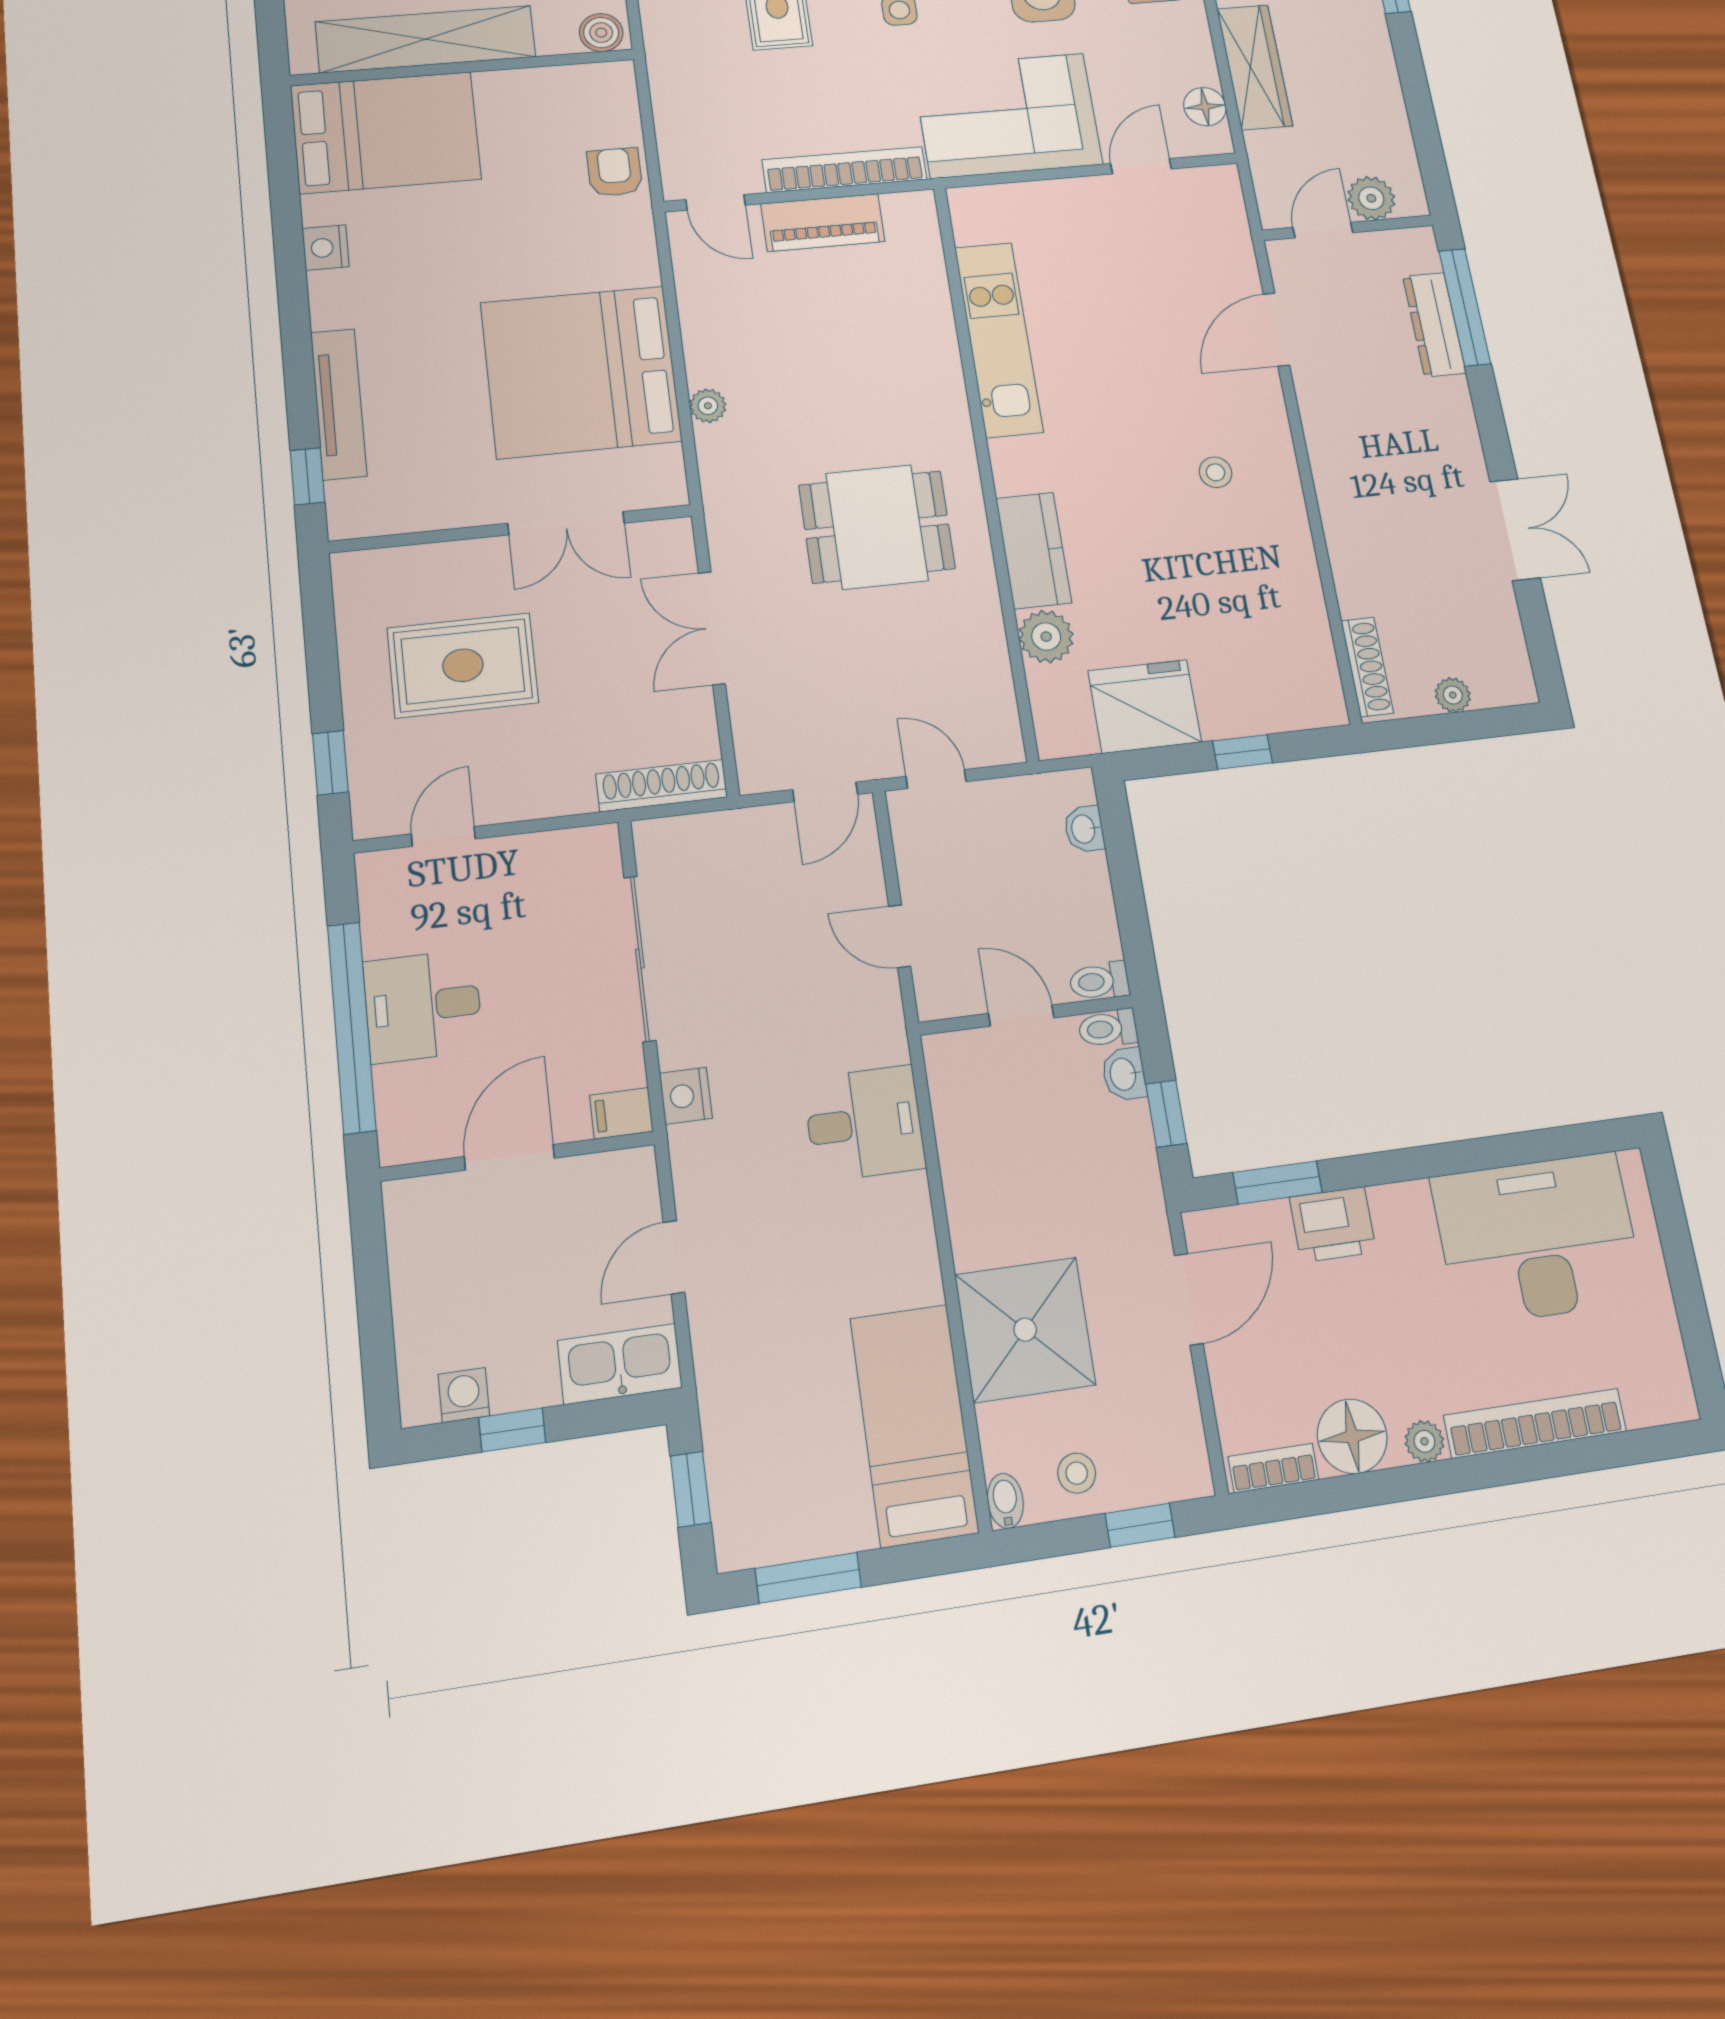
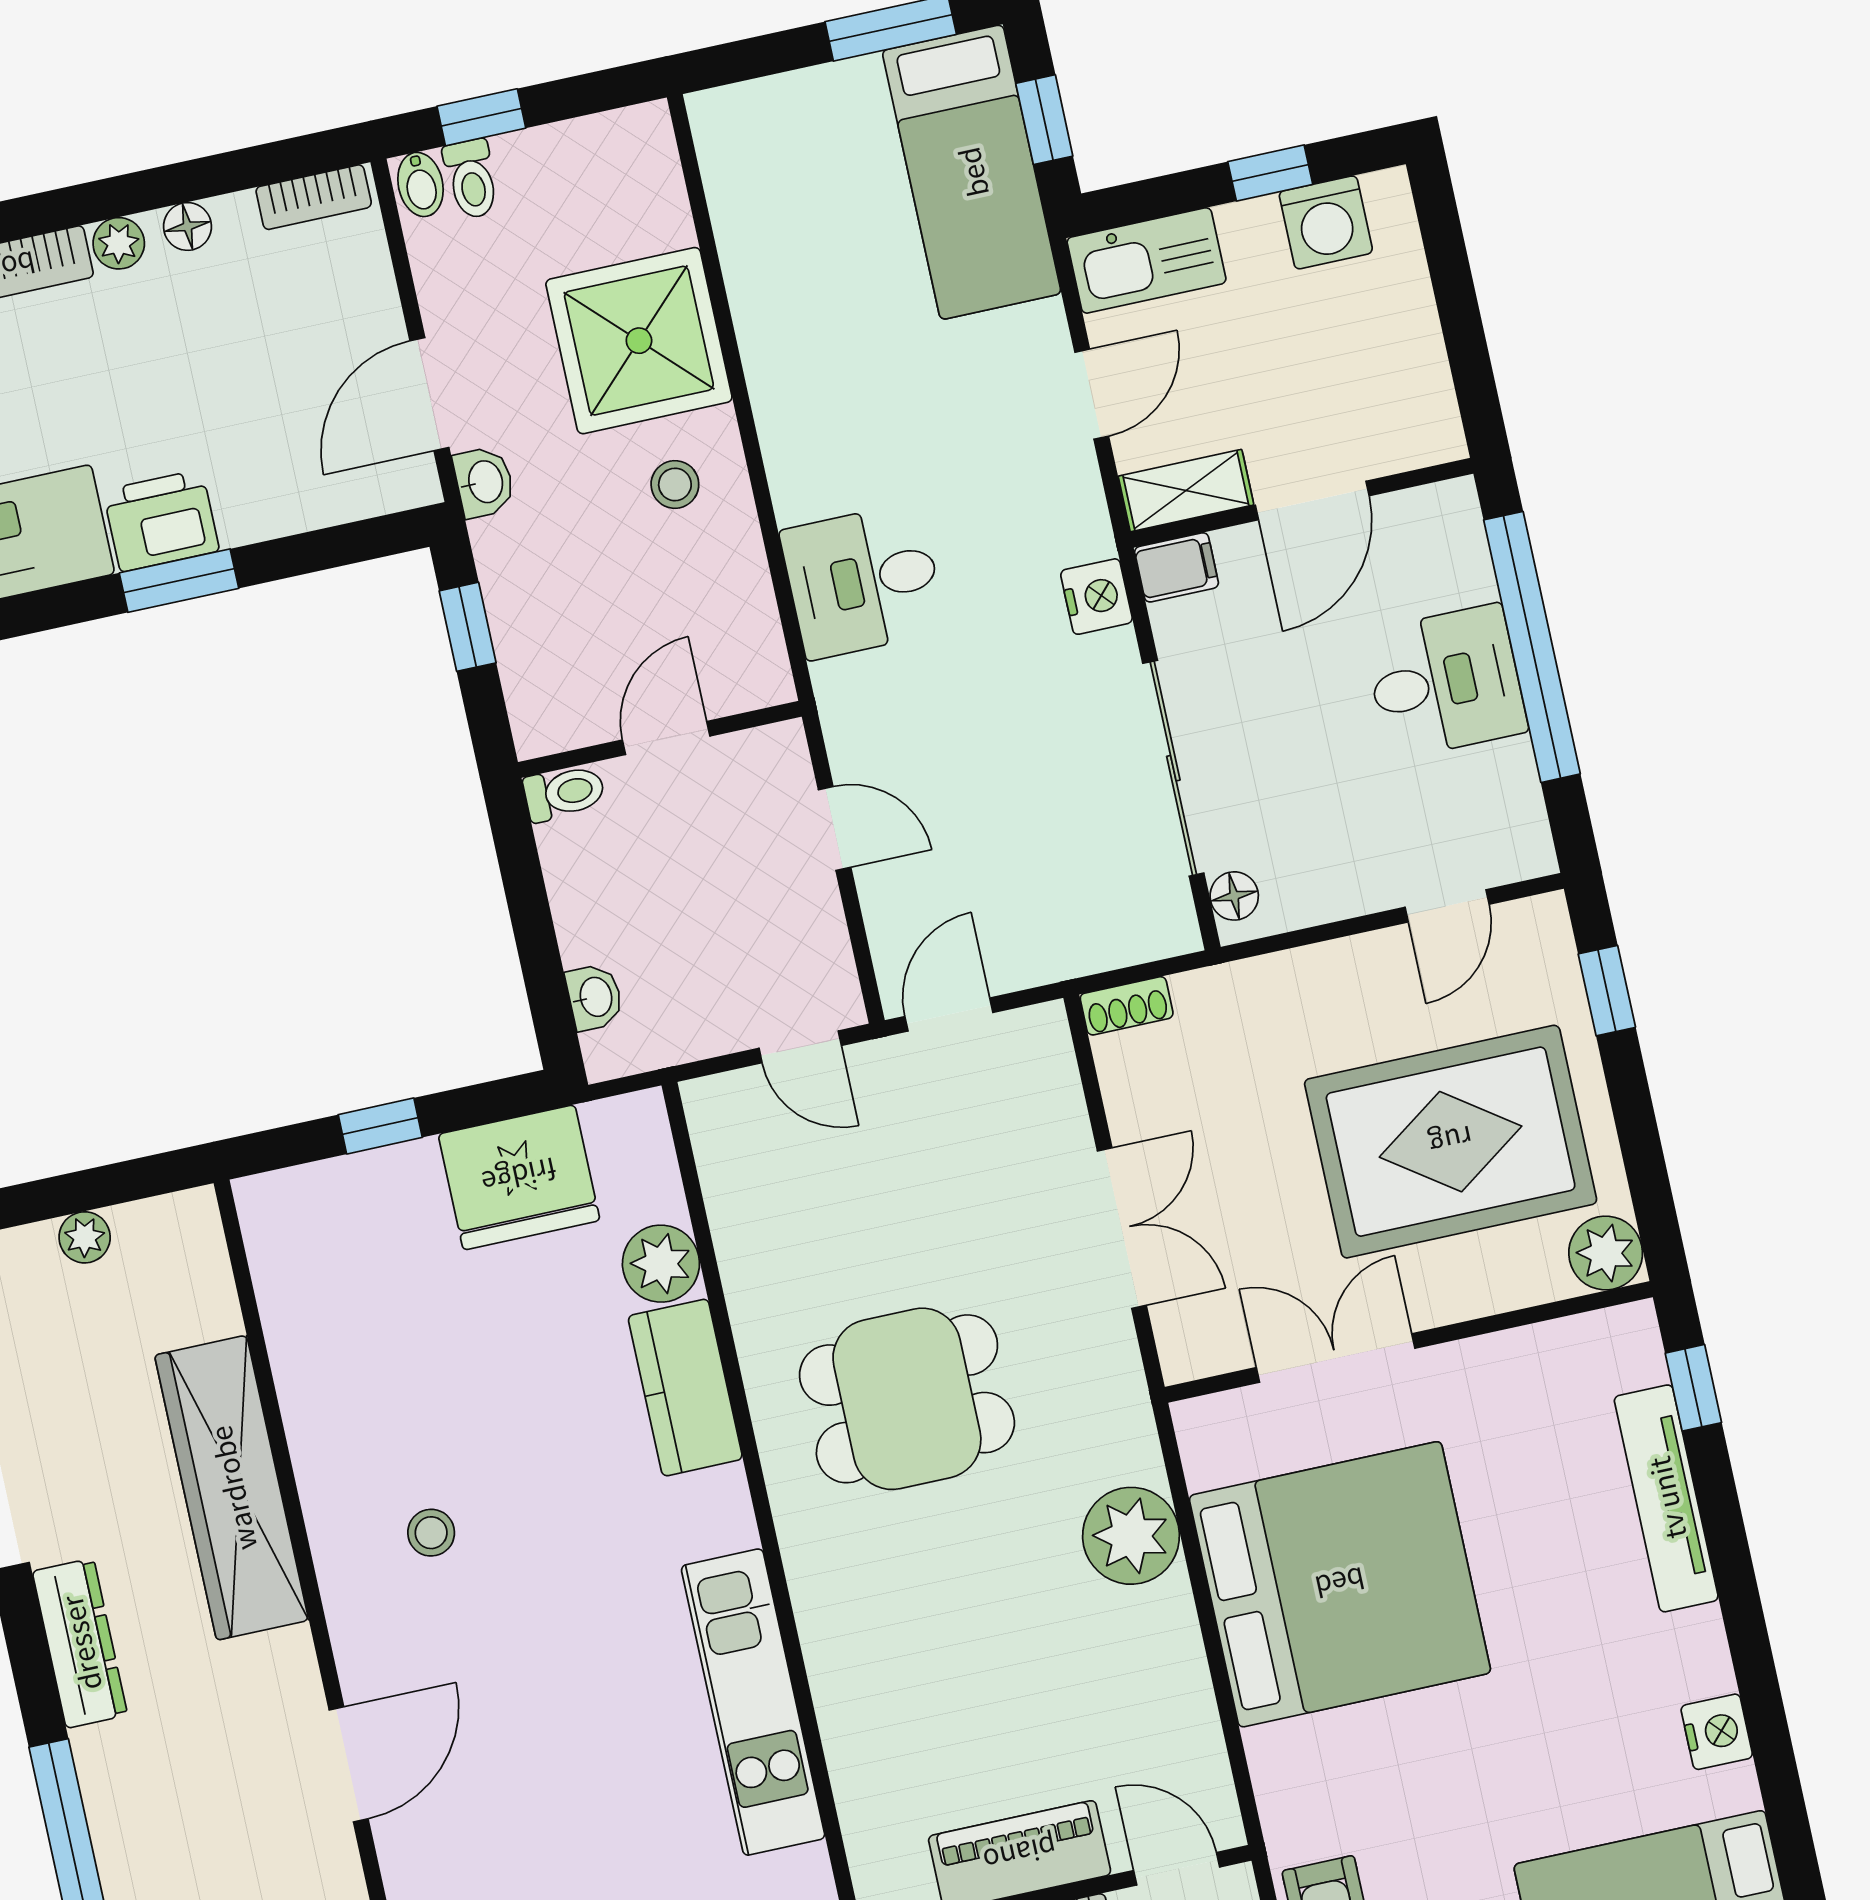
dresser: (1434, 325) -> (80, 1643), moved
plant: (708, 406) -> (1131, 1536), width x1.87, depth x1.87
wardrobe: (1352, 516) -> (232, 1488), added
plant: (358, 576) -> (1606, 1253), added
rug: (463, 665) -> (1451, 1142), width x1.37, depth x1.44
shoe rack: (1367, 667) -> (207, 1266), removed
shoe rack: (662, 786) -> (1127, 1006), width x0.51, depth x0.81
floor lamp: (604, 859) -> (1234, 896), added
door: (1021, 1016) -> (666, 738), swing flipped
toilet: (1108, 1029) -> (471, 179), moved, turned 90
washbasin: (1124, 1074) -> (484, 482), moved
shelving: (608, 1174) -> (1186, 491), added
window: (1277, 1183) -> (179, 581), moved
printer: (1333, 1225) -> (161, 521), moved
washing machine: (464, 1395) -> (1326, 222), width x1.38, depth x1.38
bed: (914, 1425) -> (972, 172), moved
floor lamp: (1352, 1436) -> (187, 226), width x0.53, depth x0.53
stool: (1077, 1473) -> (675, 484), moved
bidet: (1005, 1501) -> (421, 184), moved

